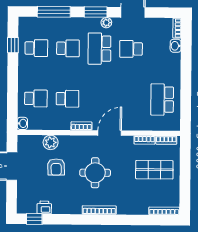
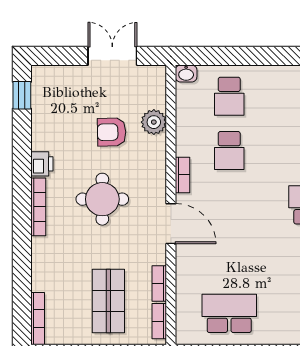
printer: (44, 207) -> (42, 164), moved

